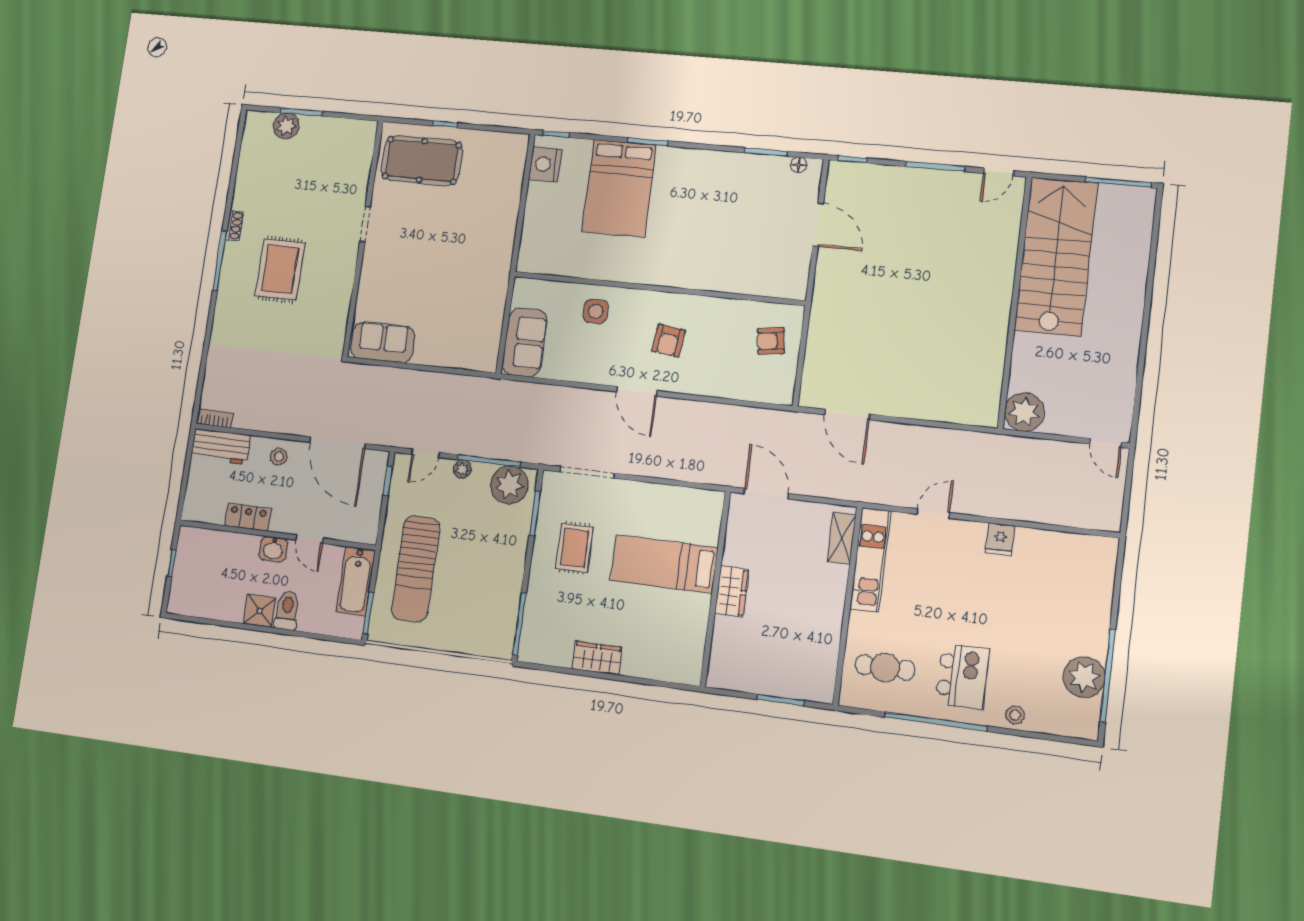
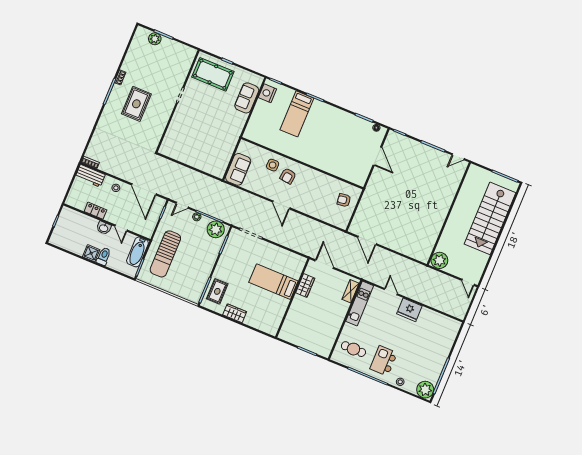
bed: (619, 188) -> (297, 114), width x0.67
stairs: (1056, 257) -> (490, 218), moved, turned 180
armchair: (668, 341) -> (288, 176), moved
sofa: (383, 342) -> (247, 98), moved, turned -90
door: (933, 513) -> (391, 292), hinge flipped
fridge: (1000, 539) -> (409, 310), width x1.88, depth x1.34
rug: (574, 548) -> (217, 291), moved
wardrobe: (731, 591) -> (305, 285), moved
kitchen island: (962, 676) -> (384, 361), turned 180
plant: (1084, 677) -> (425, 390), moved

